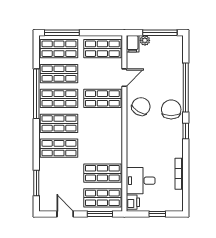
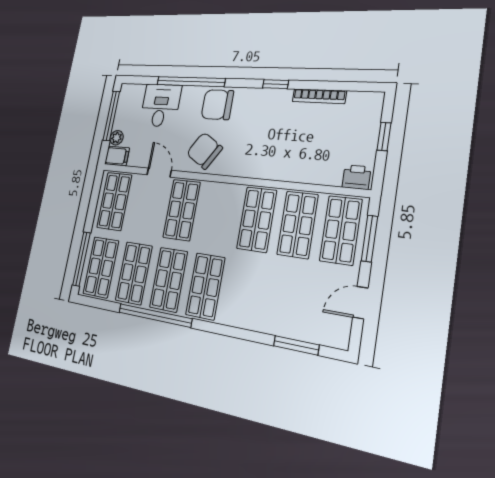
window: (186, 131) -> (275, 84), moved
shop shelf: (59, 148) -> (257, 219), moved
desk: (141, 181) -> (160, 105), moved, turned 180

